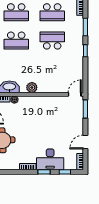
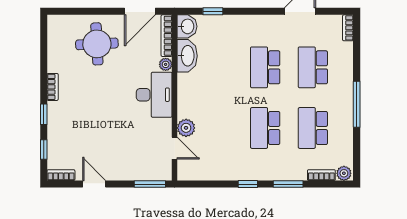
school desk: (52, 41) -> (265, 128), turned 180
plant: (32, 87) -> (186, 128), moved
door: (75, 94) -> (175, 148), moved
desk: (50, 159) -> (154, 95), moved, turned 180

